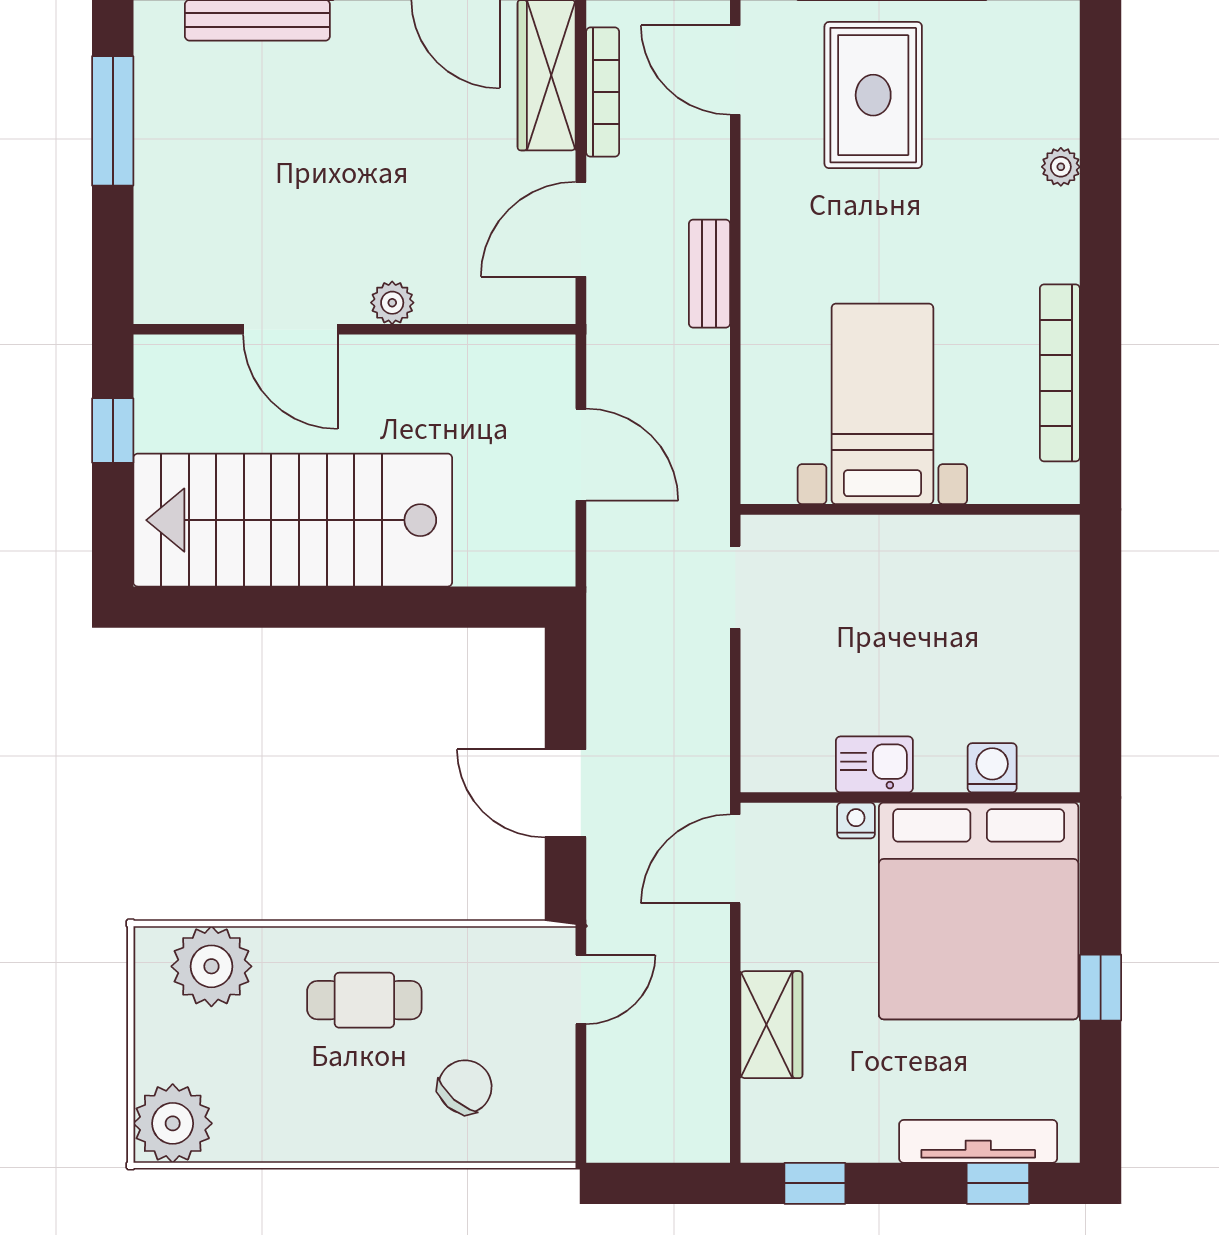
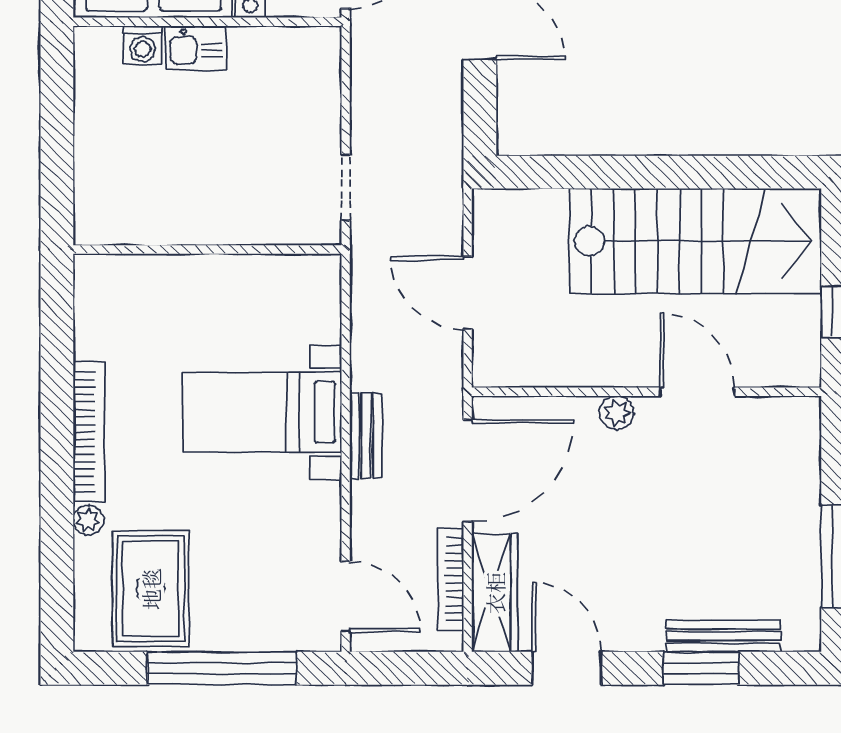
rug: (873, 95) -> (151, 589), moved
door: (581, 229) -> (468, 471), width x1.36
bookcase: (1060, 373) -> (89, 432), moved
bed with nightstands: (882, 404) -> (262, 412), moved, turned 90
kitchen sink: (874, 764) -> (196, 48), moved

